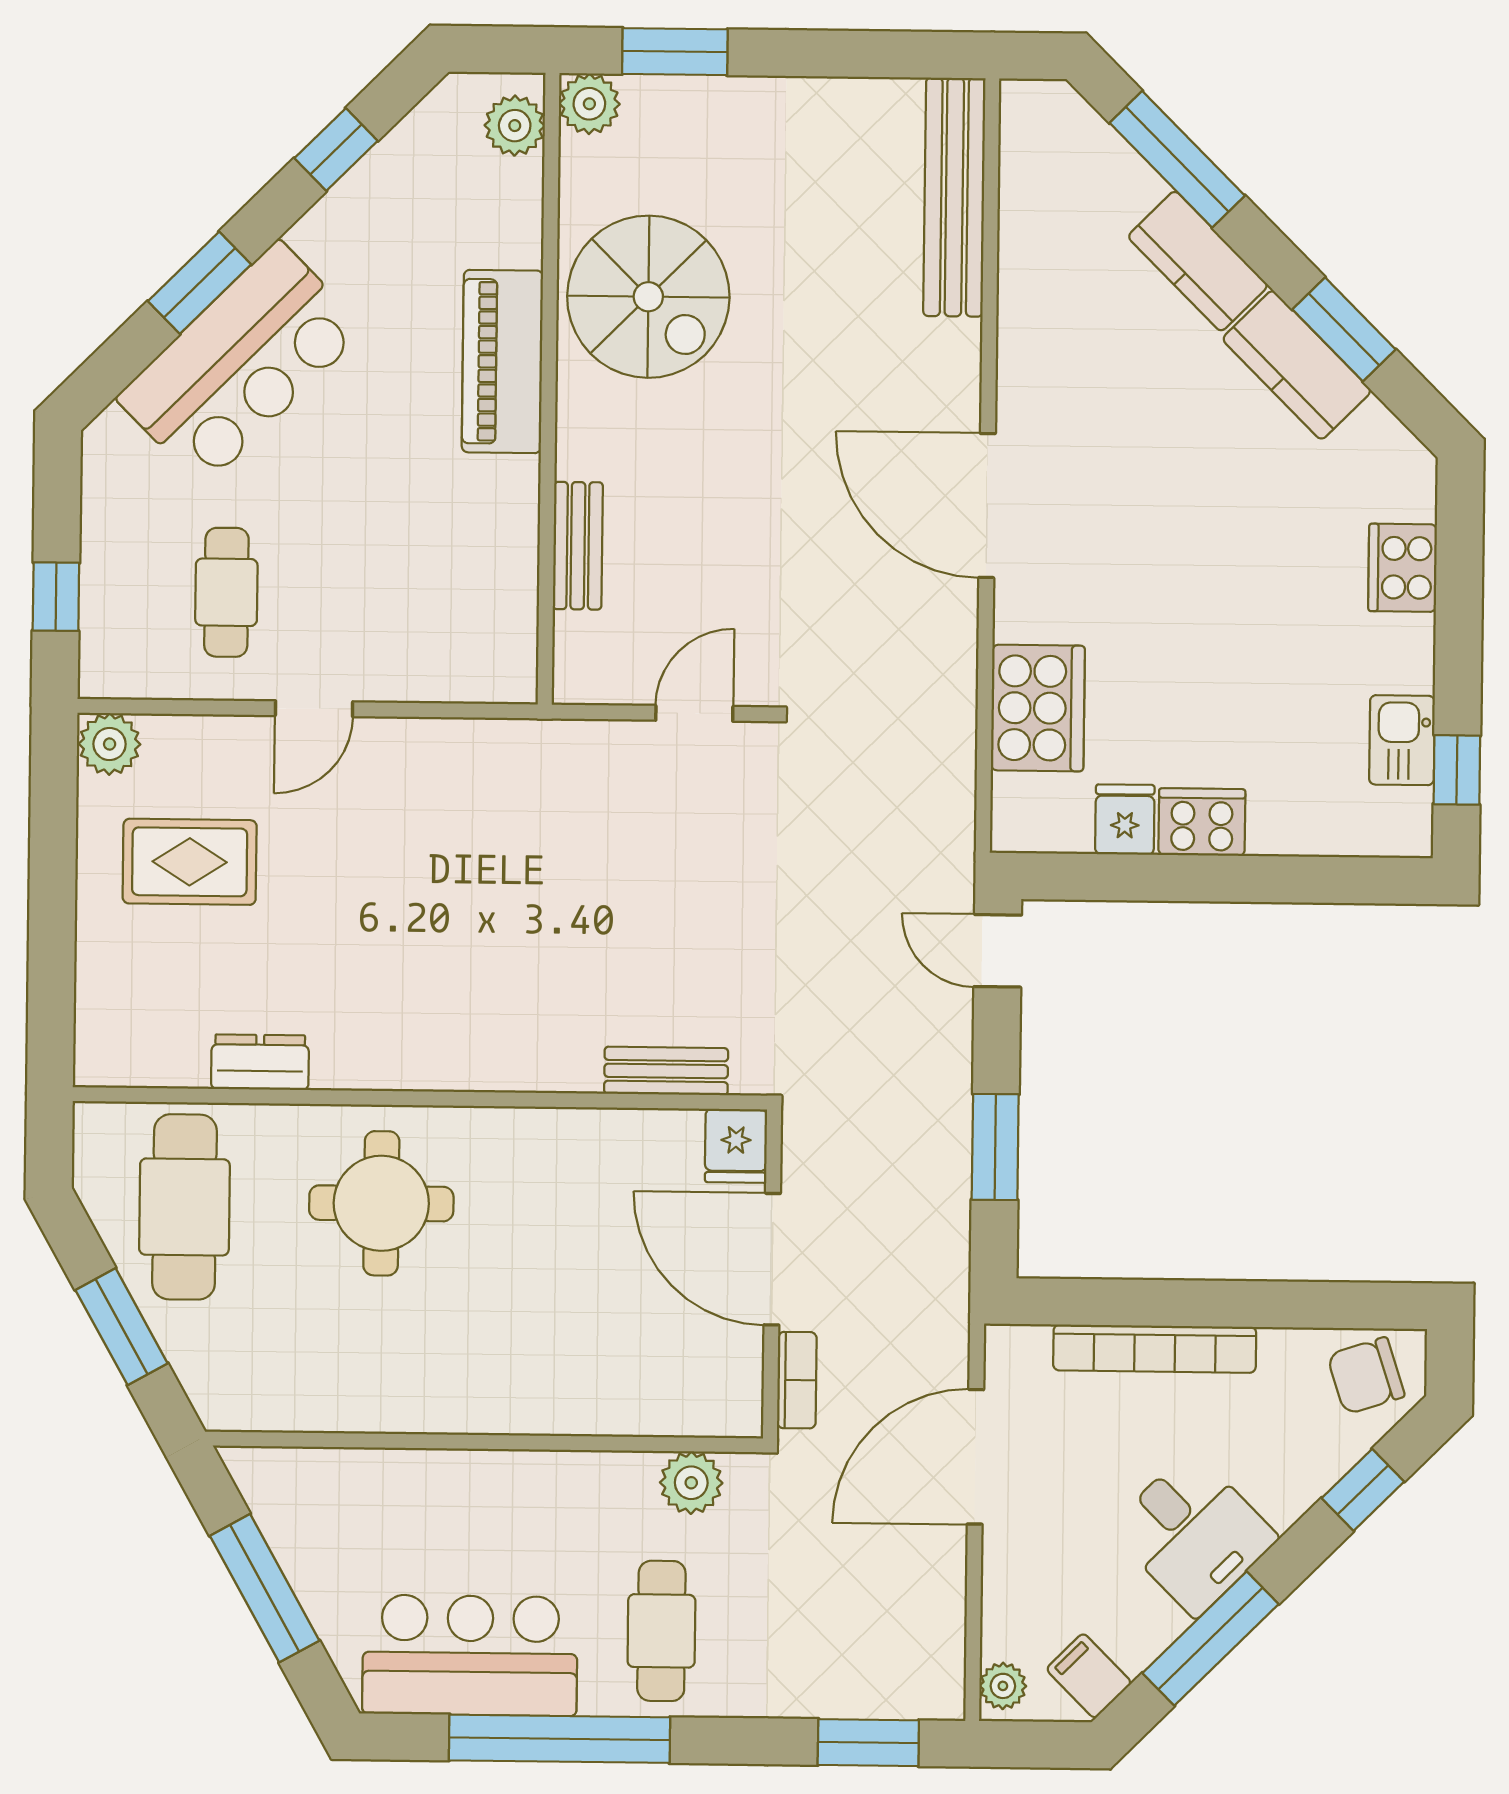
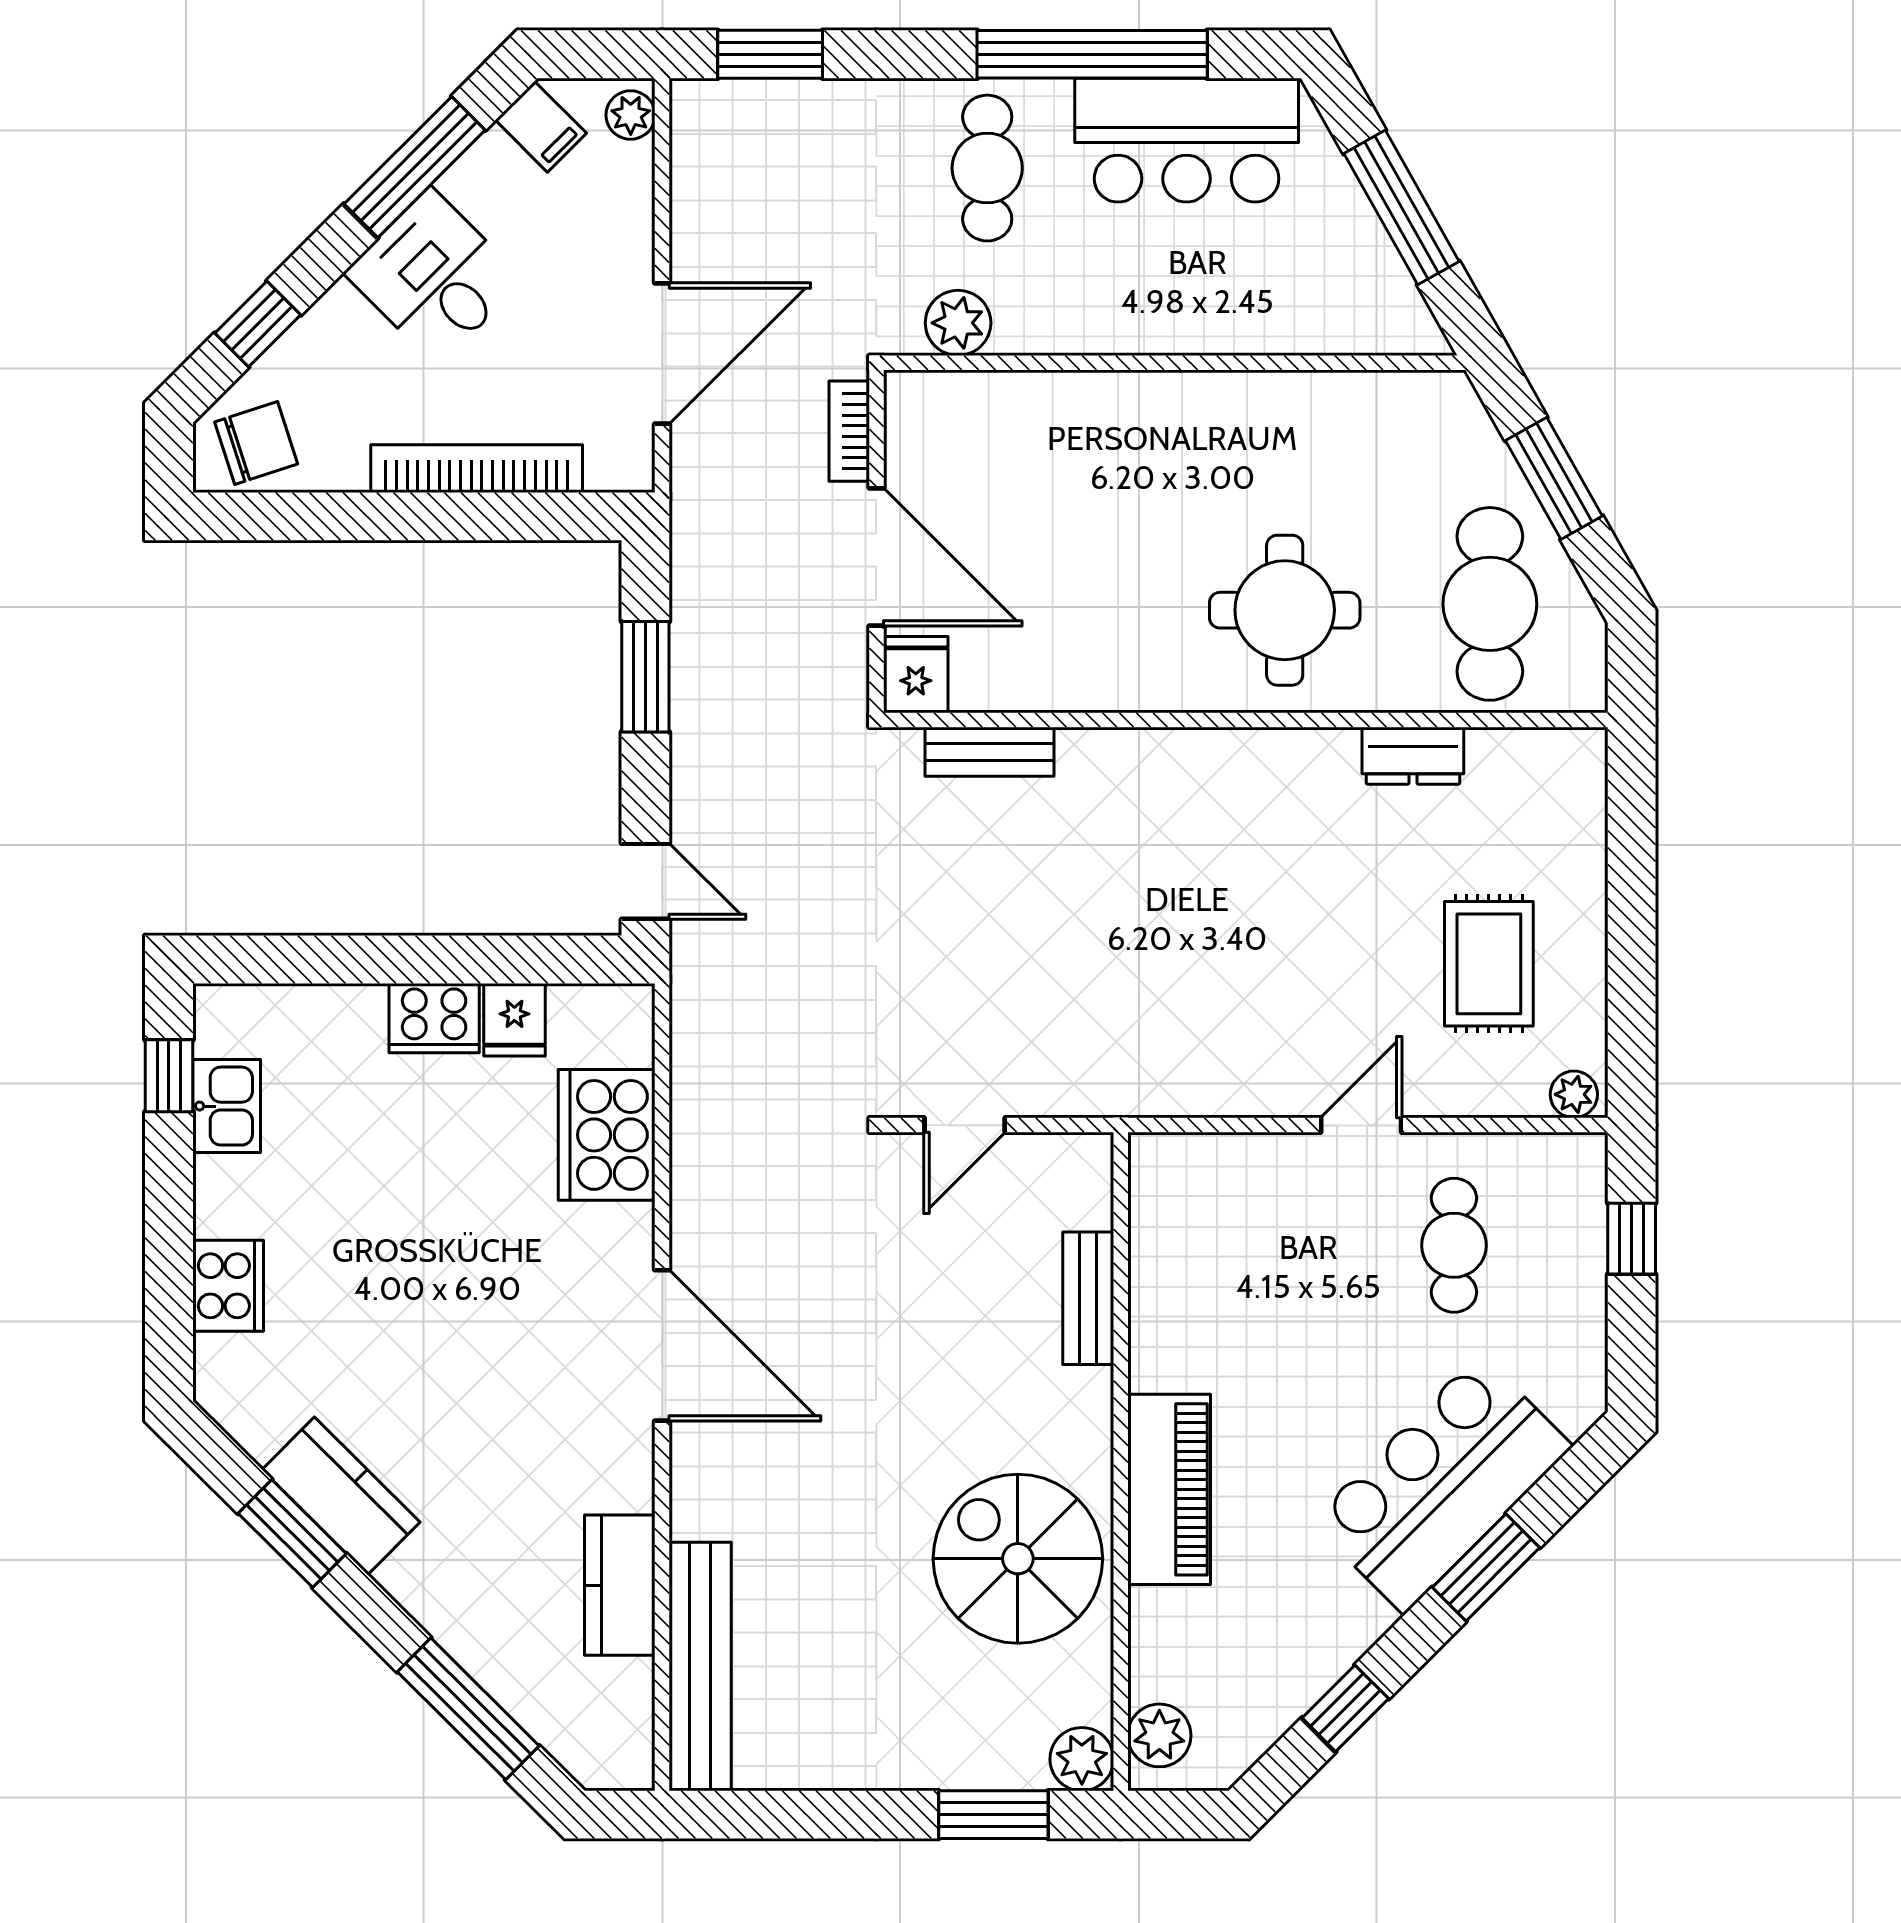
kitchen counter: (1198, 261) -> (620, 1585), moved, turned -135
plant: (110, 744) -> (1574, 1094), width x0.73, depth x0.73
rug: (190, 862) -> (1489, 964), turned 90

